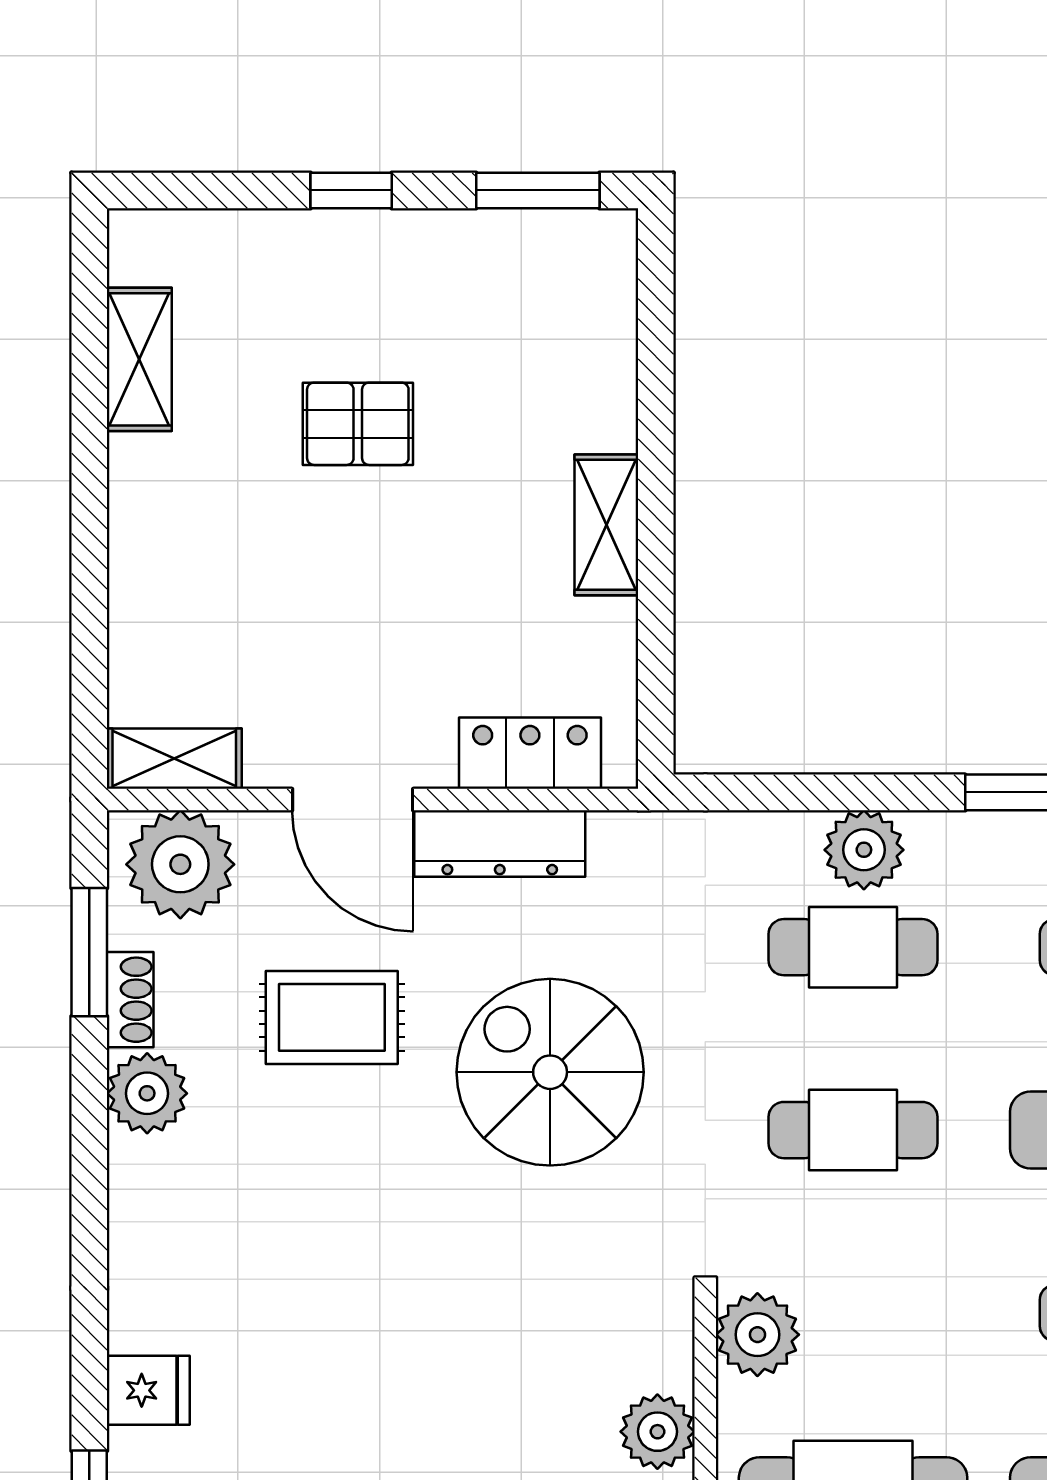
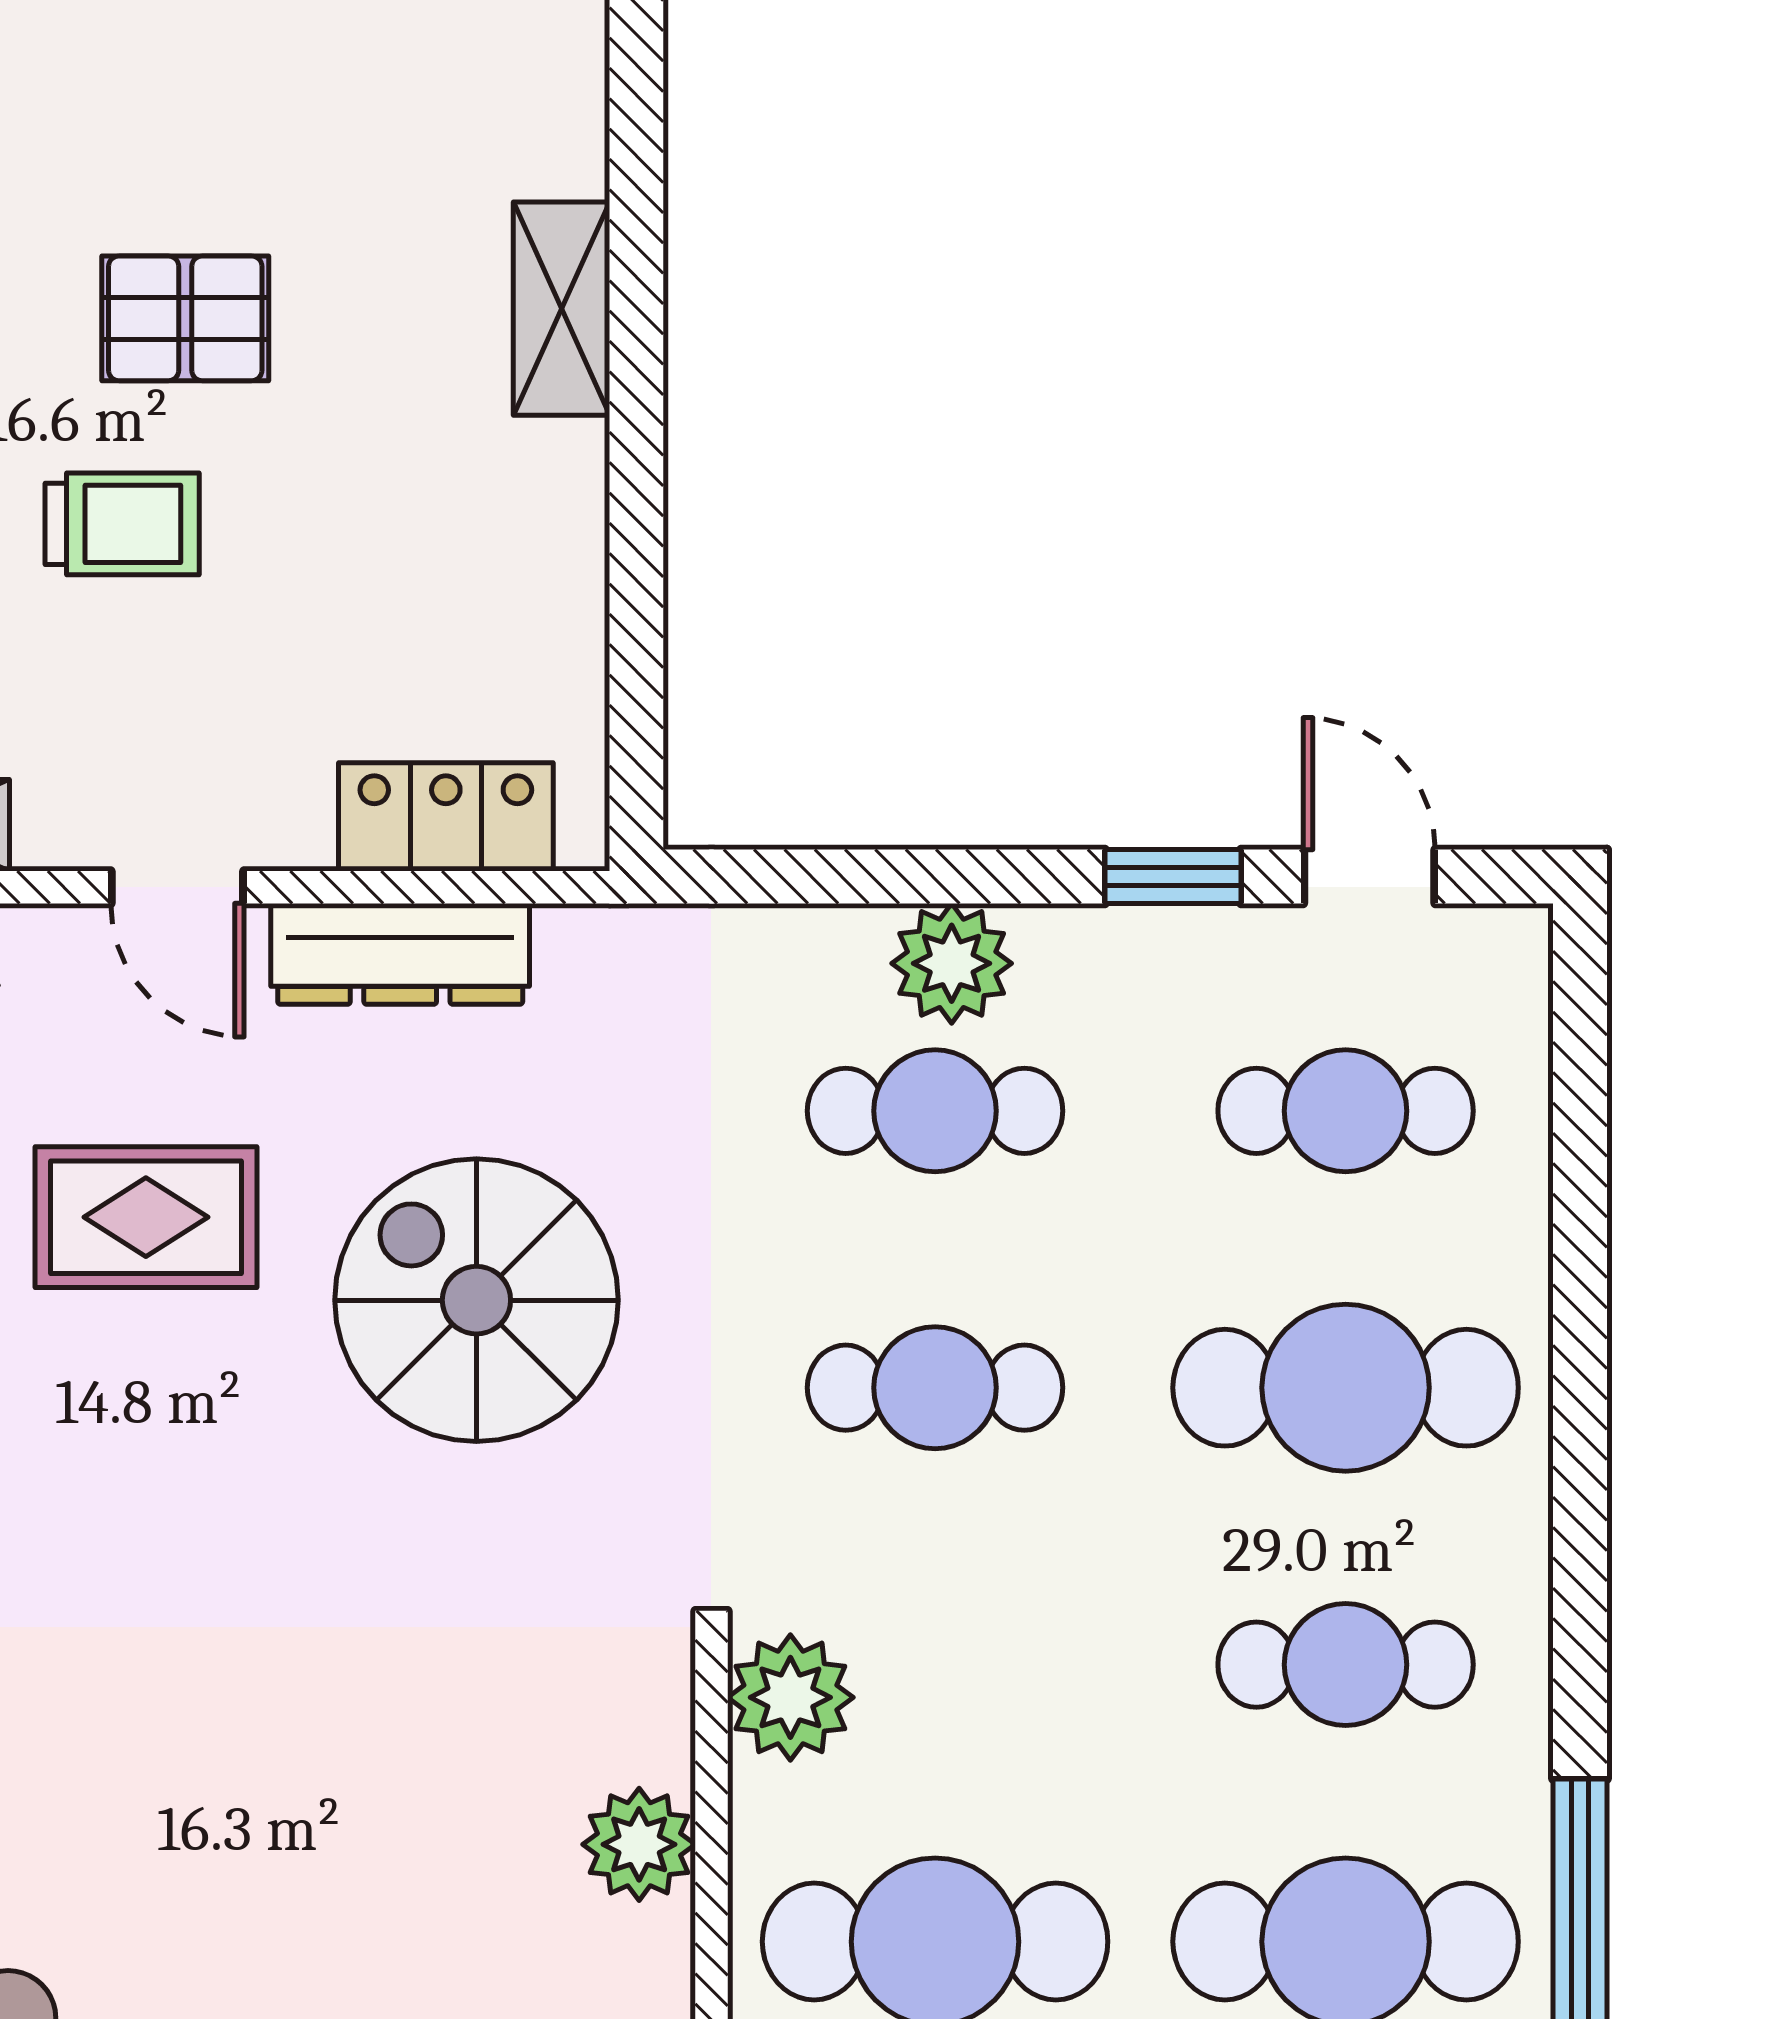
shelving: (606, 525) -> (562, 309), moved
trolley: (316, 560) -> (122, 524), added
door: (353, 800) -> (177, 887), width x0.73

